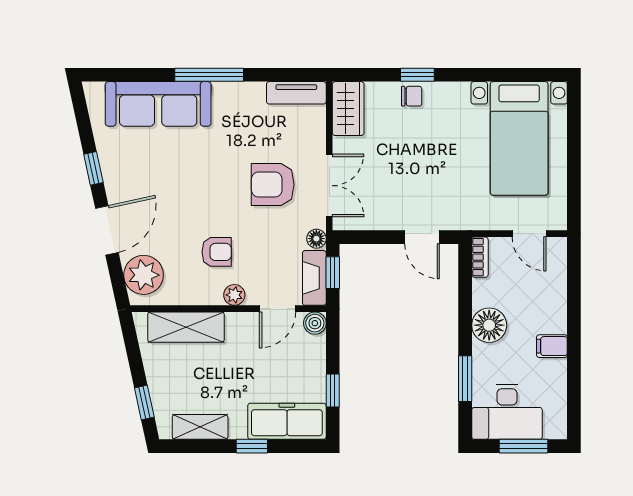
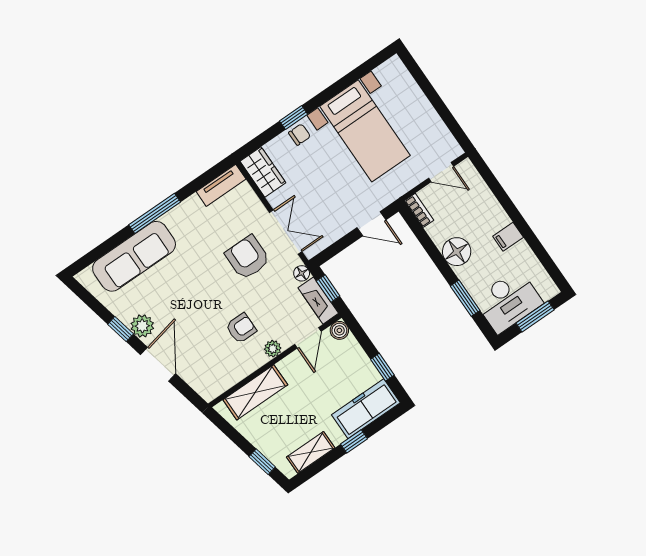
bed with nightstands: (519, 138) -> (365, 131), moved
armchair: (273, 184) -> (247, 257), turned 90
plant: (144, 275) -> (142, 326), moved, width x0.73, depth x0.73

